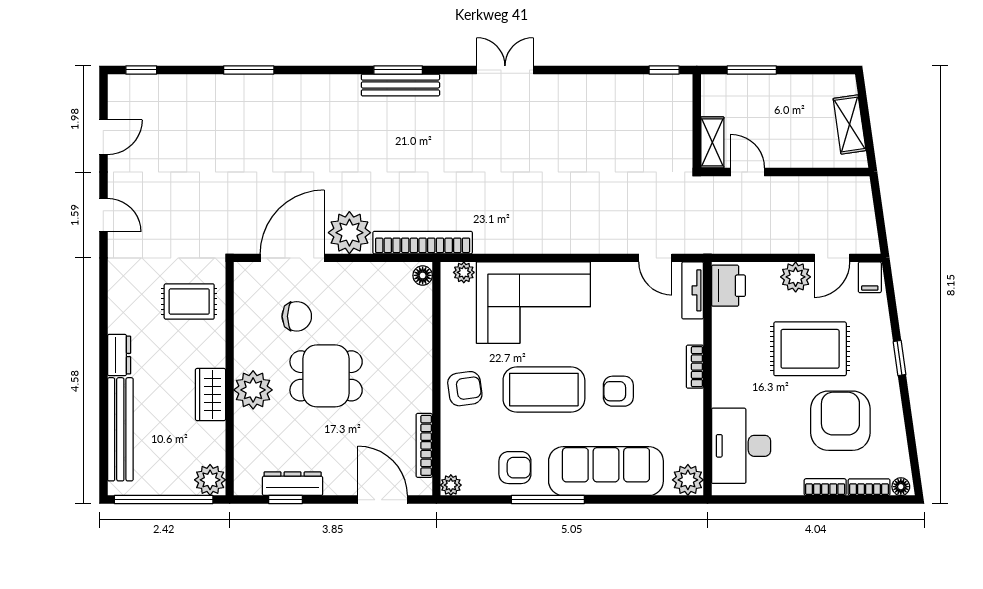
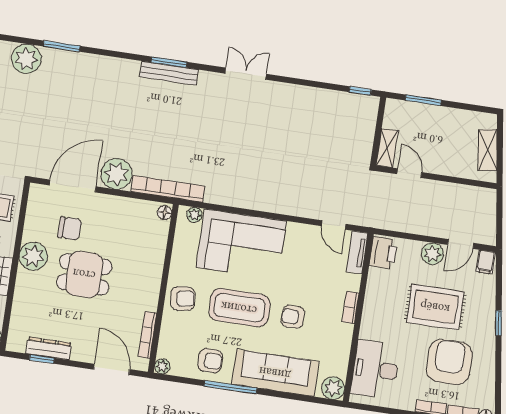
plant: (203, 94) -> (26, 59), added
plant: (253, 390) -> (33, 256), moved

